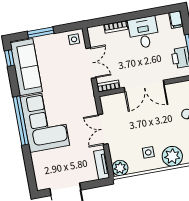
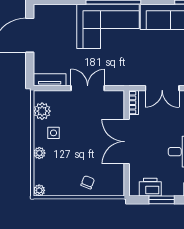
plant: (172, 156) -> (39, 153), width x0.53, depth x0.53
plant: (120, 168) -> (42, 111), moved

